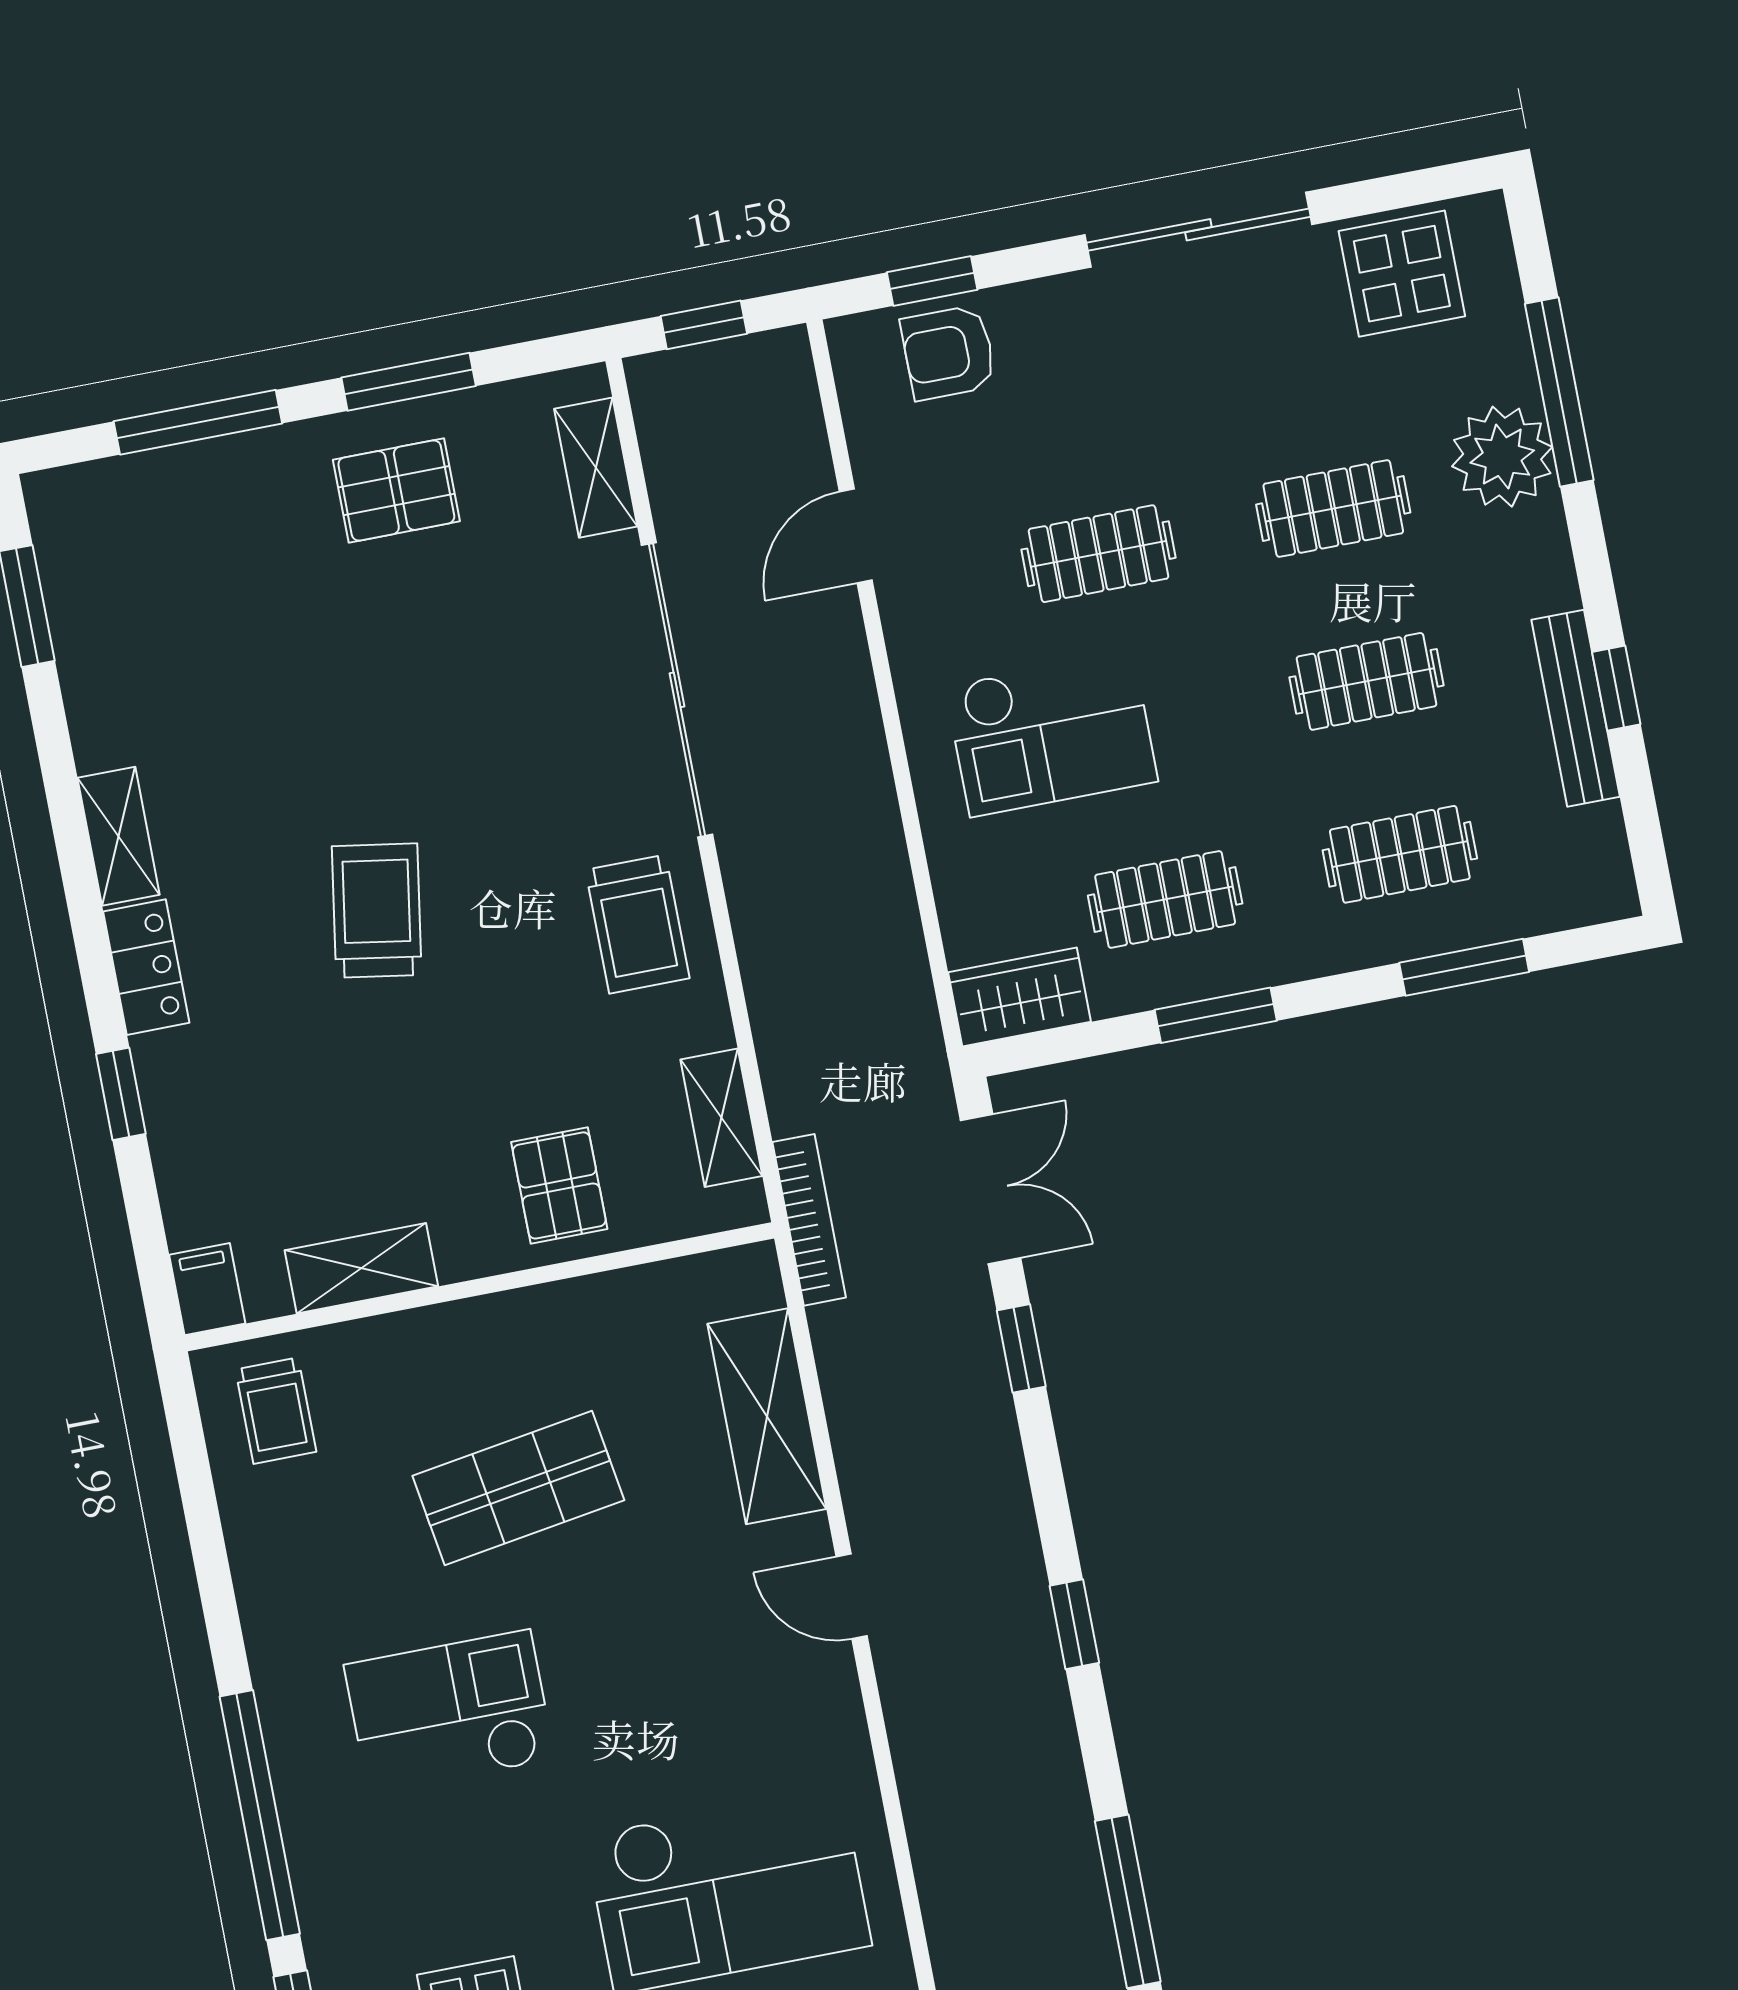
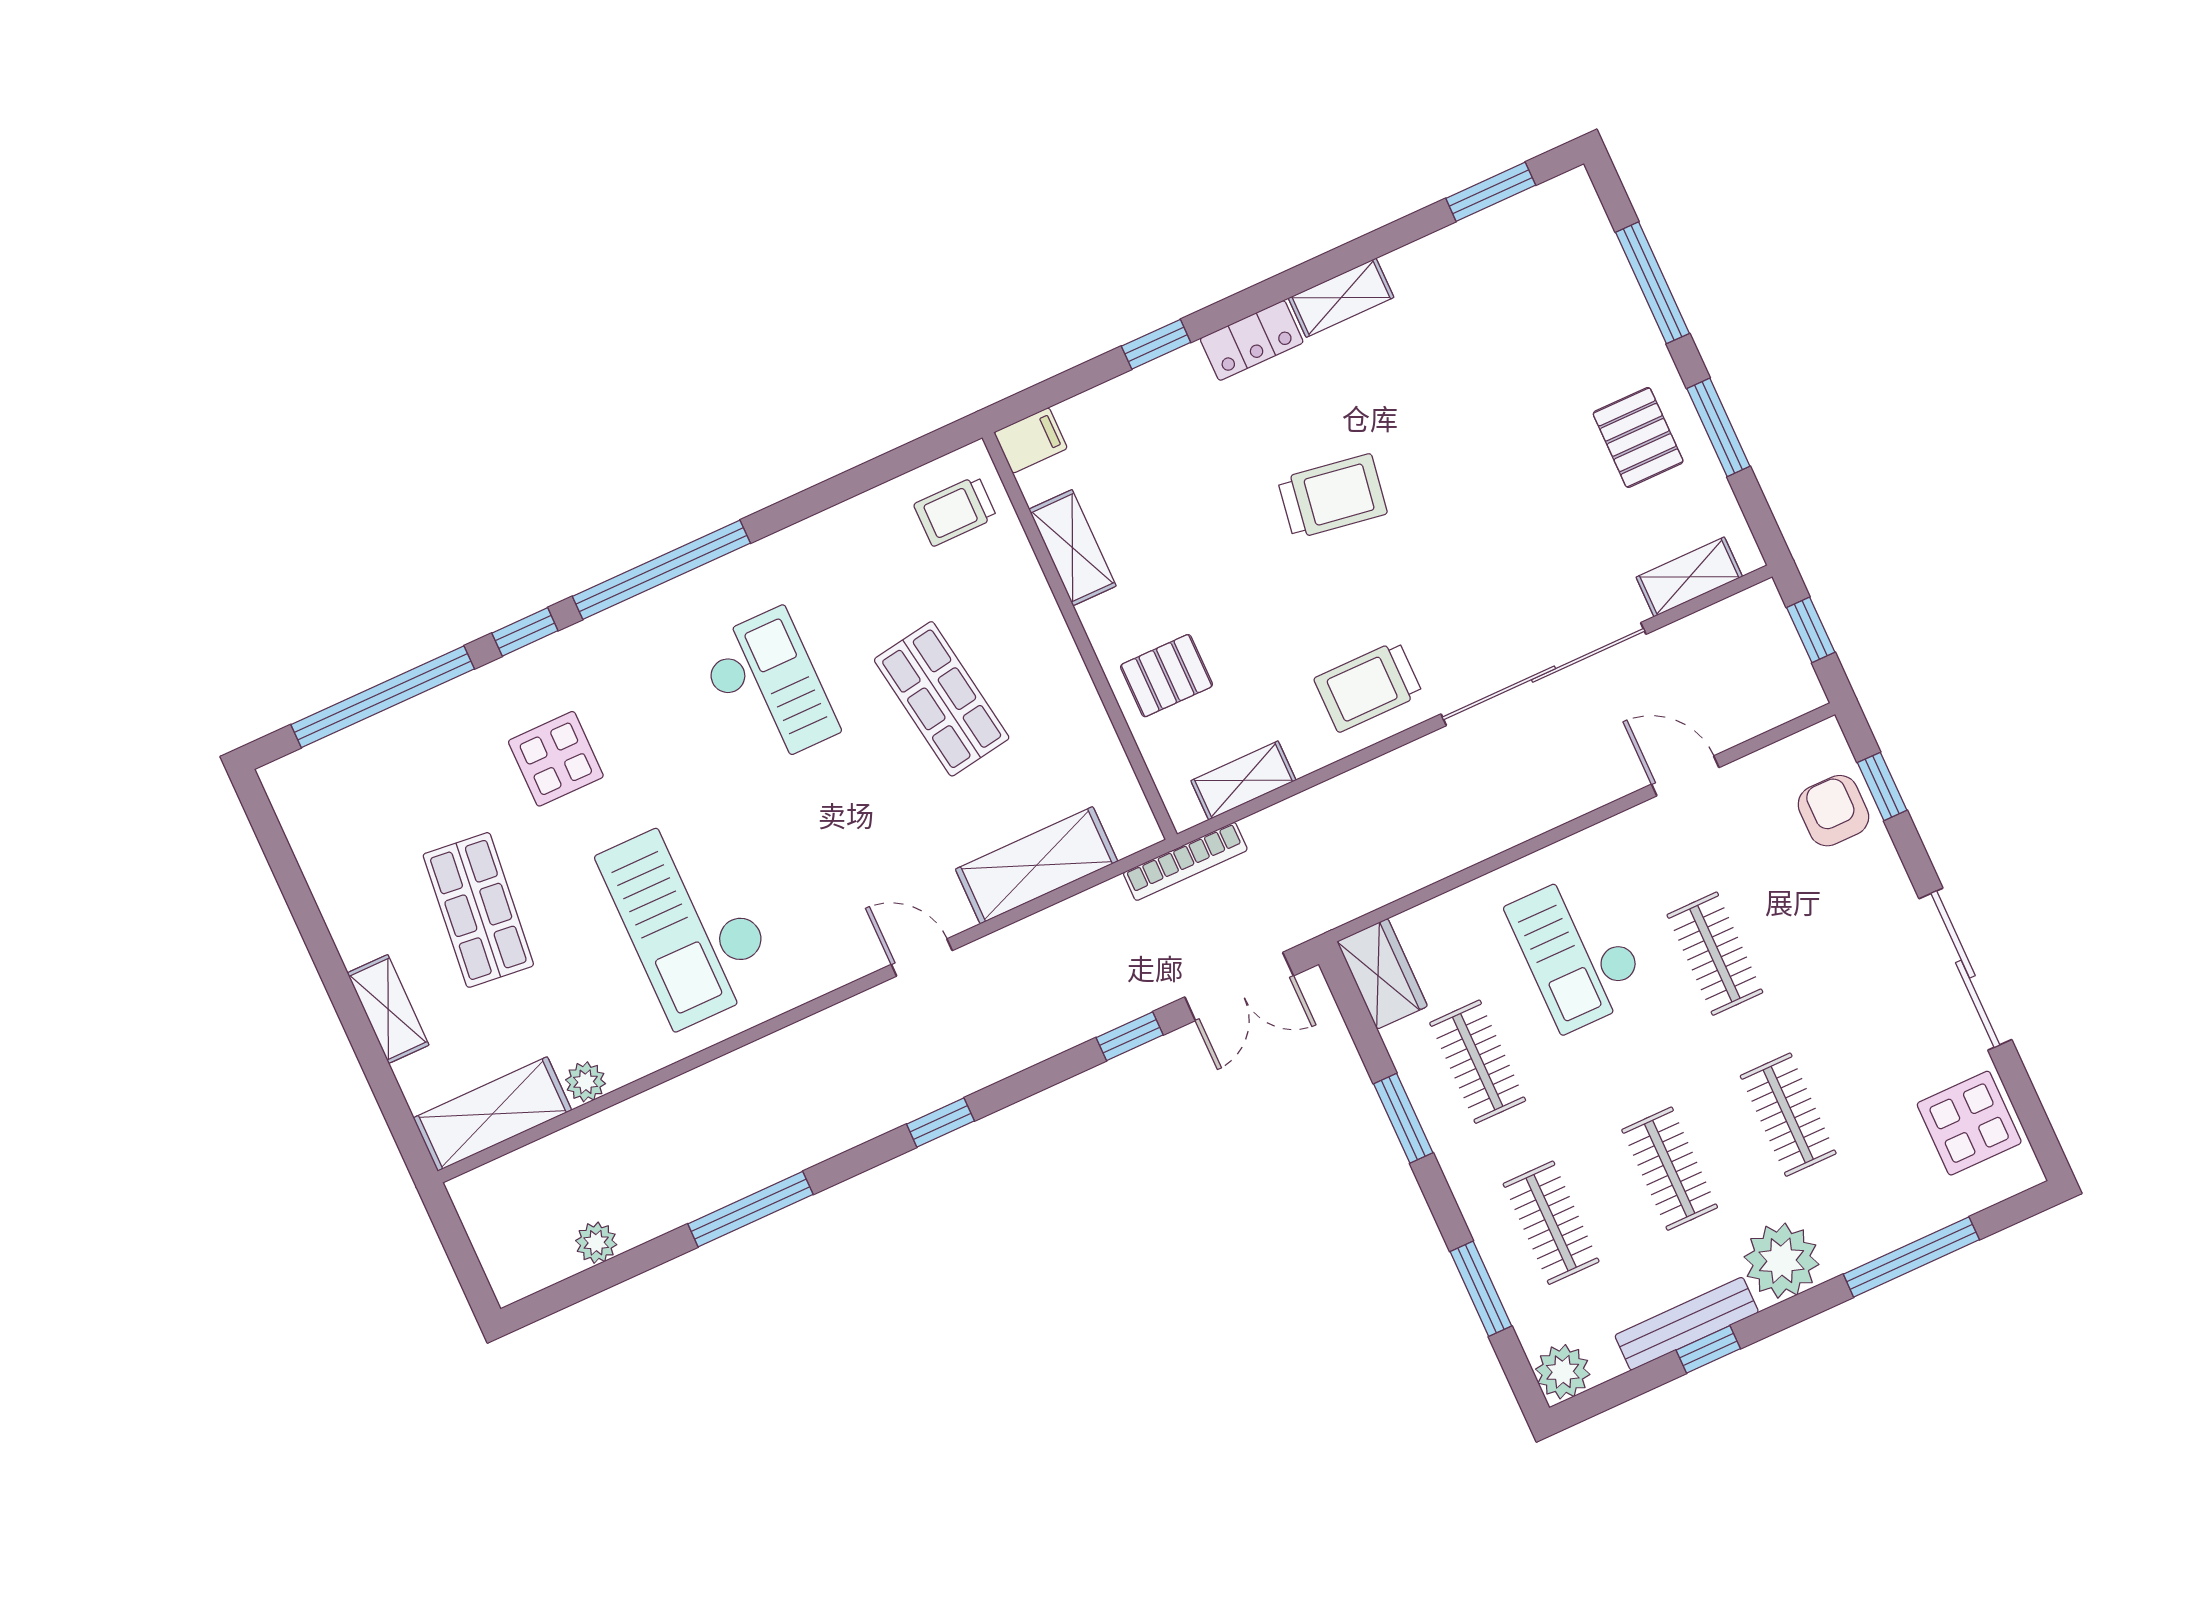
plant: (1502, 457) -> (1781, 1261), moved
plant: (1599, 886) -> (1563, 1372), added
door: (852, 1596) -> (922, 957), hinge flipped

